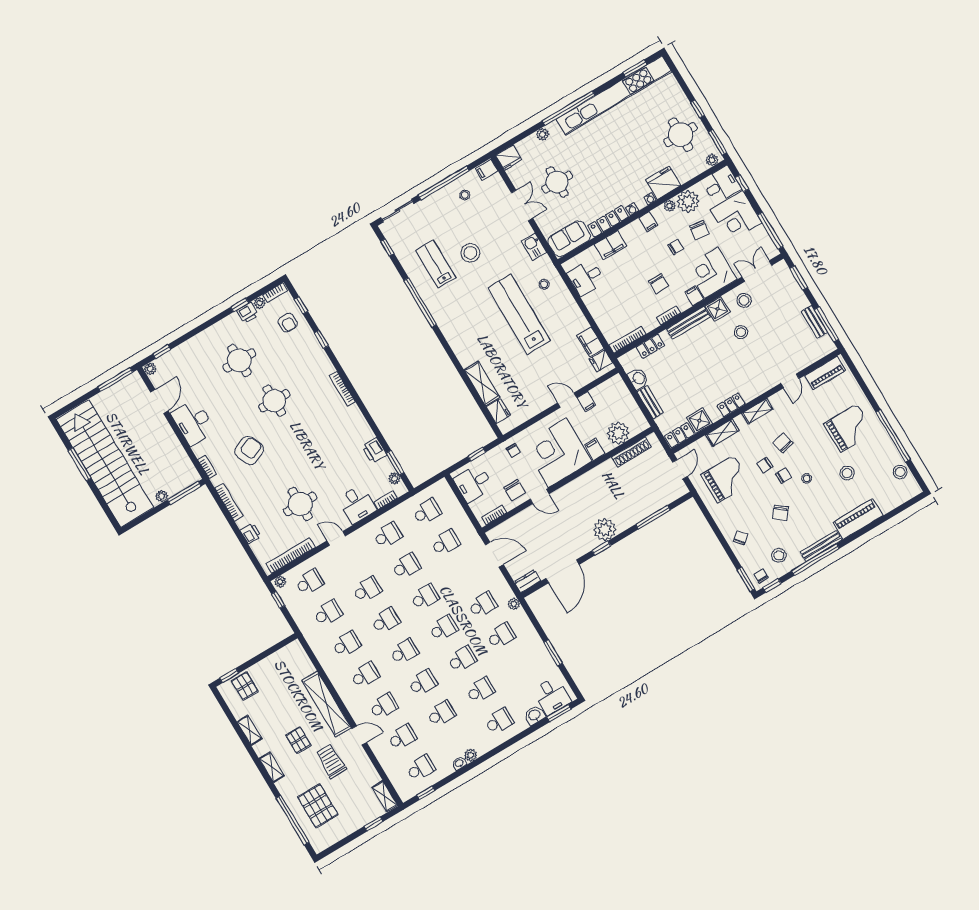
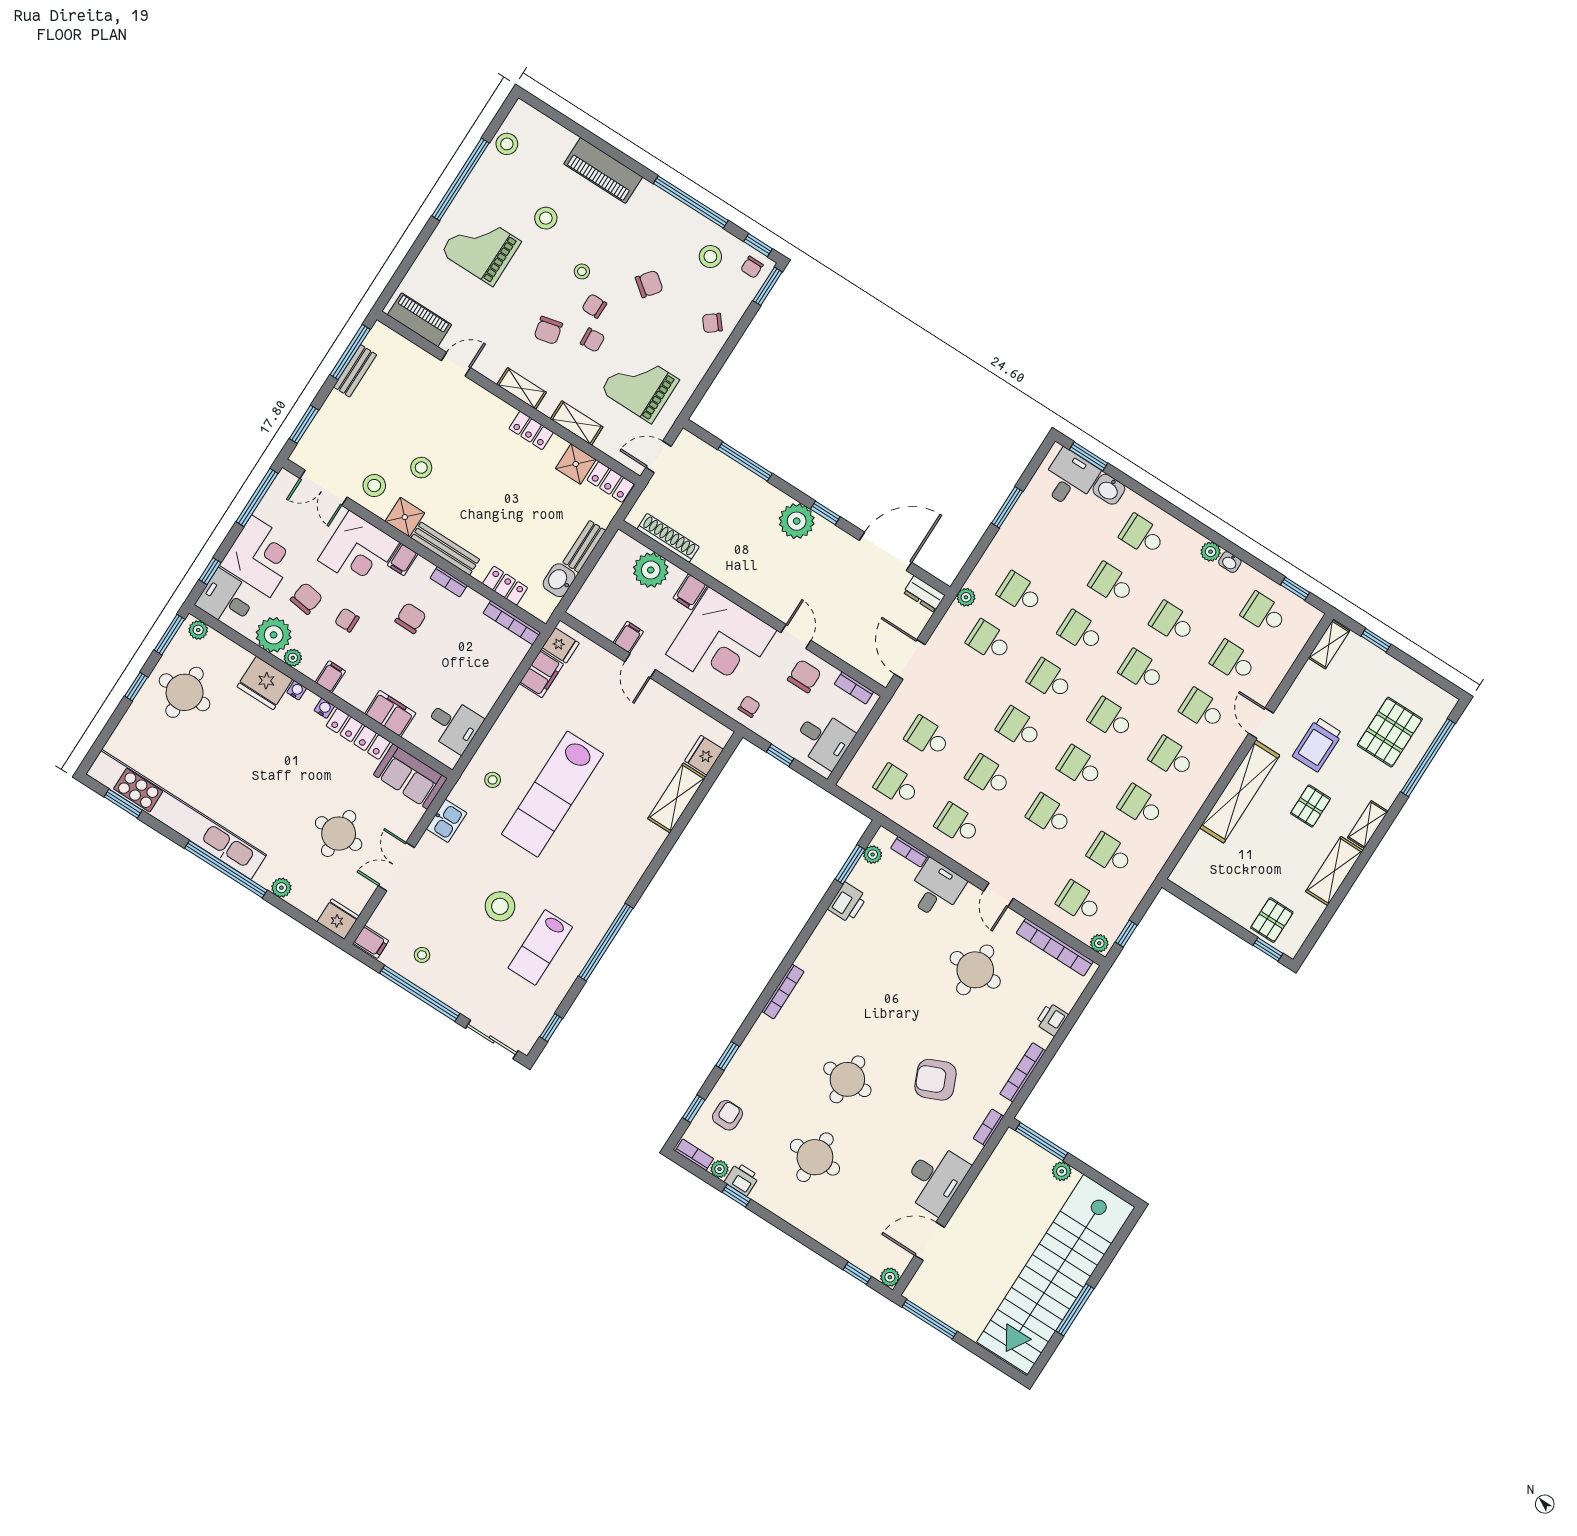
bench: (821, 546) -> (667, 204), removed
shelving: (249, 730) -> (1334, 871), width x1.50, depth x1.33

